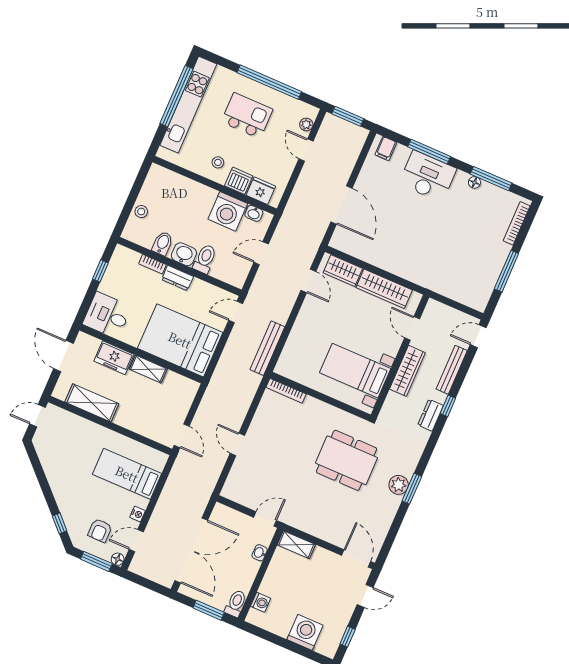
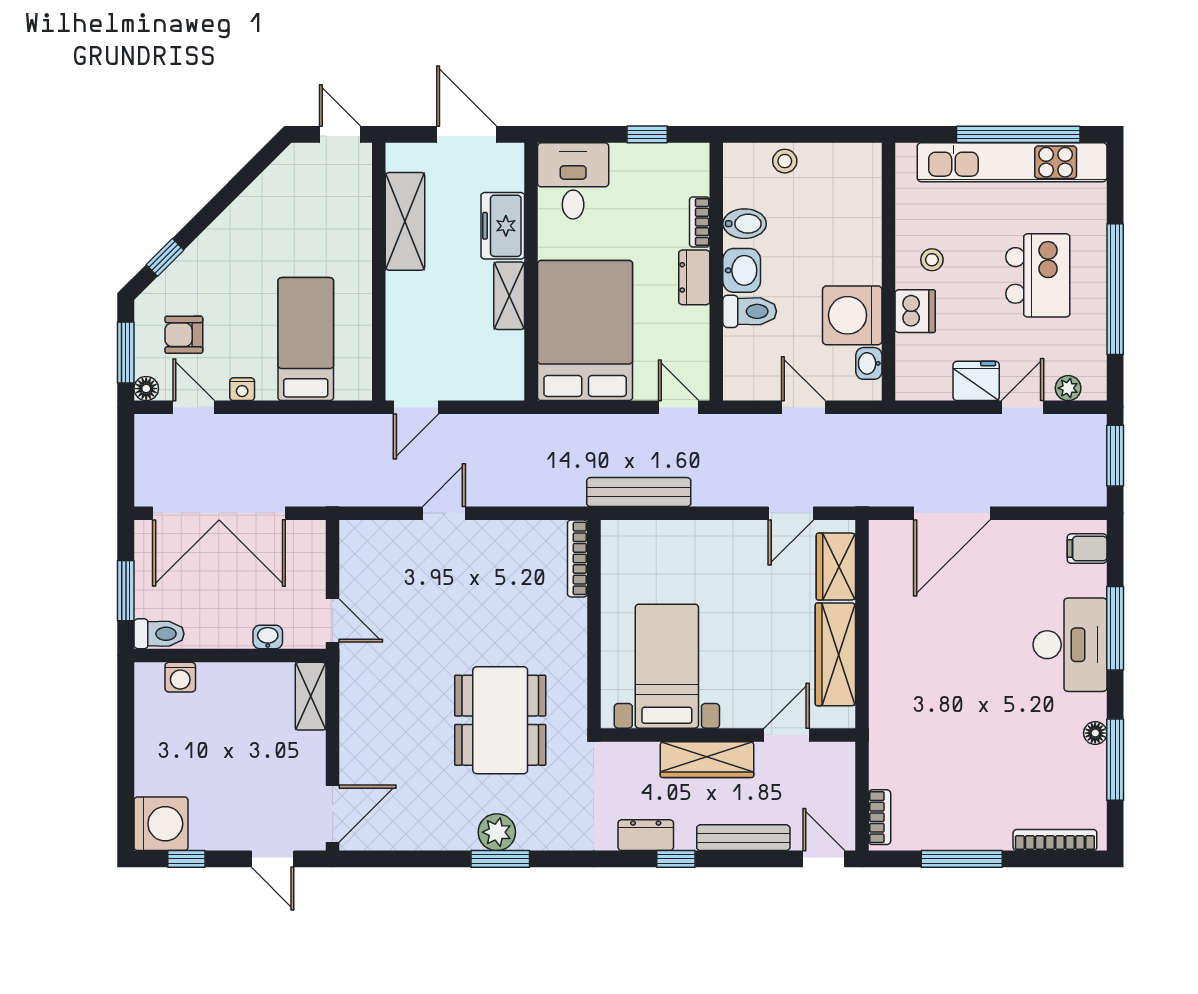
fridge: (261, 191) -> (976, 381), moved, turned -90
bookcase: (470, 301) -> (880, 817), added
door: (63, 356) -> (467, 134), hinge flipped
washing machine: (305, 632) -> (161, 824), moved

